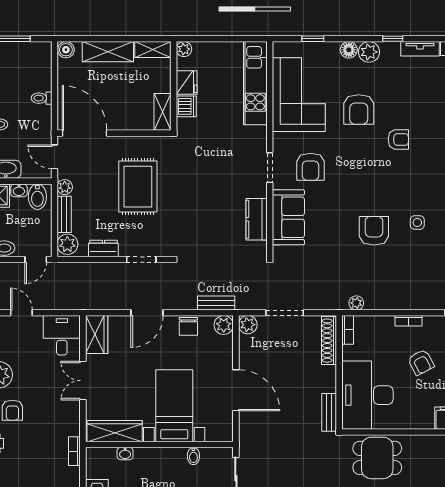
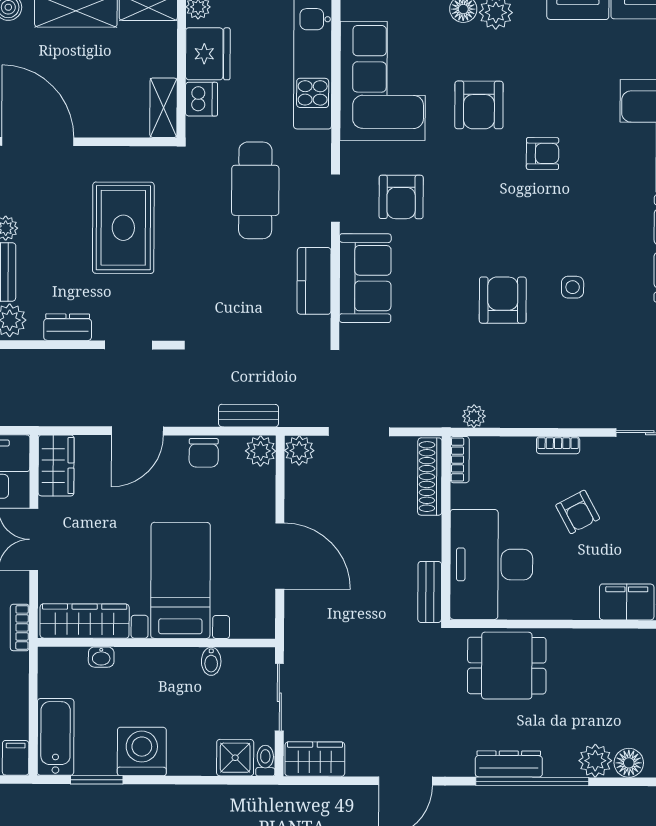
fridge: (187, 83) -> (208, 54), width x1.36, depth x1.34
cafe table: (220, 163) -> (255, 190), added
bookcase: (74, 451) -> (20, 627), moved

